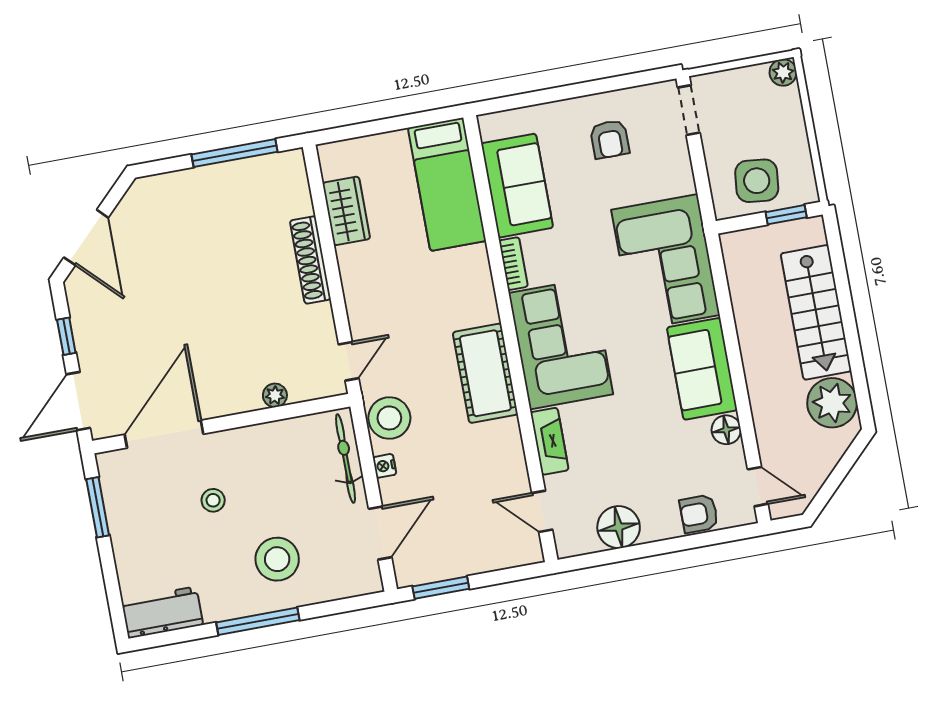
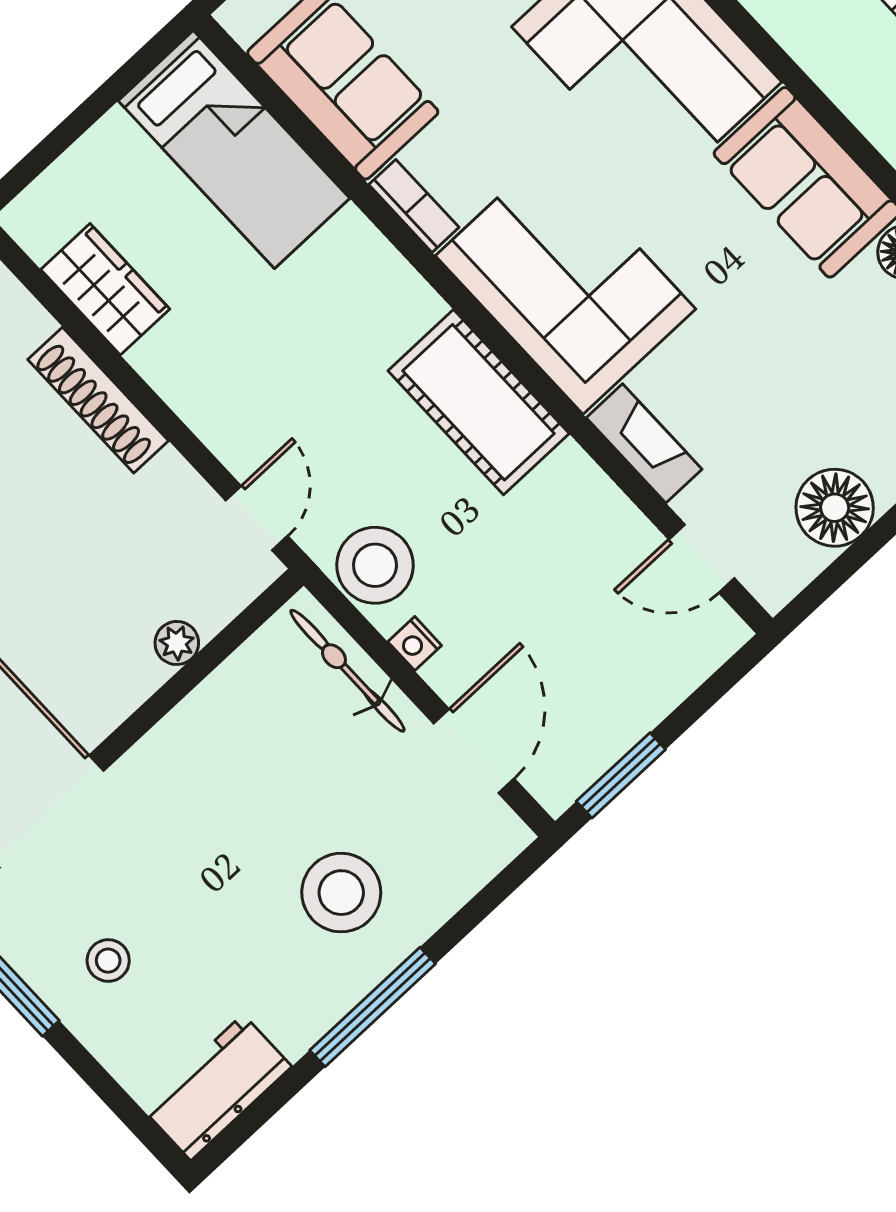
stool: (213, 500) -> (108, 961), moved

